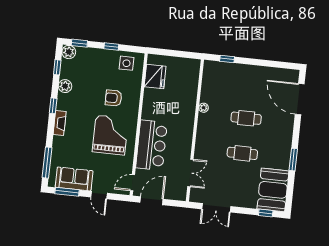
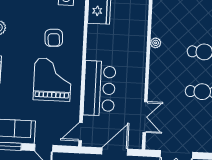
armchair: (114, 98) -> (54, 38), turned -94
door: (152, 201) -> (115, 152), moved

